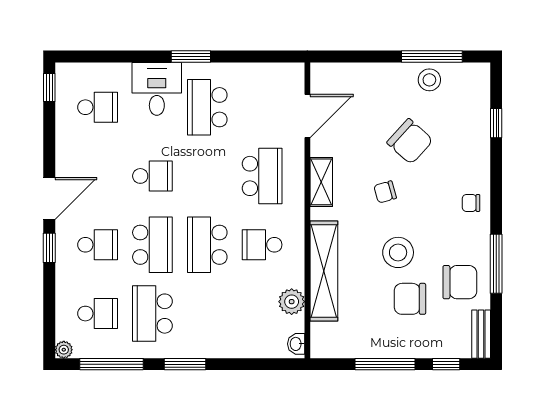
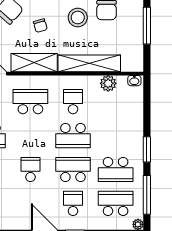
shelving: (321, 182) -> (34, 63), width x1.50, depth x1.33
school desk: (262, 245) -> (73, 102), turned 180
school desk: (98, 314) -> (116, 203), width x1.85

